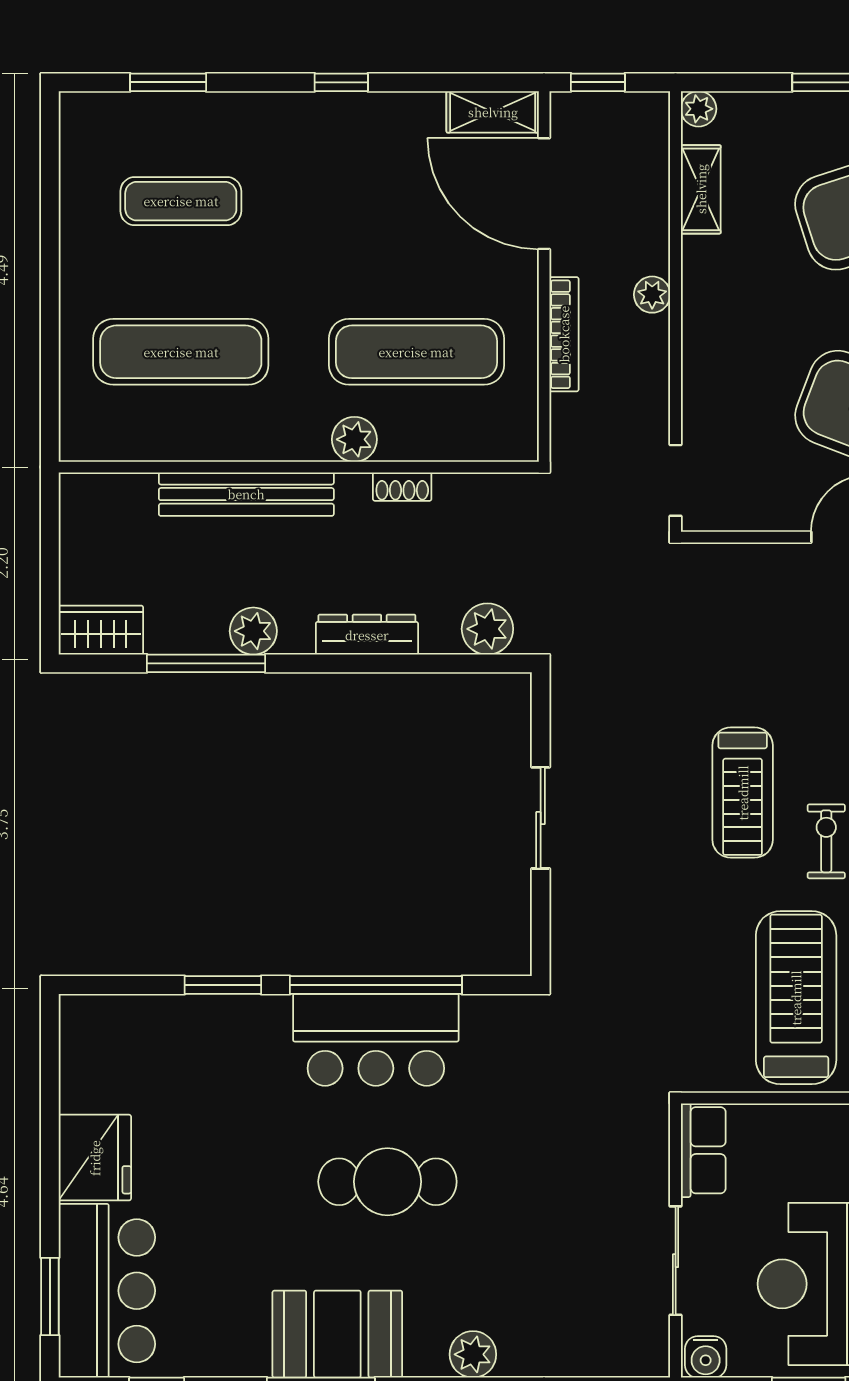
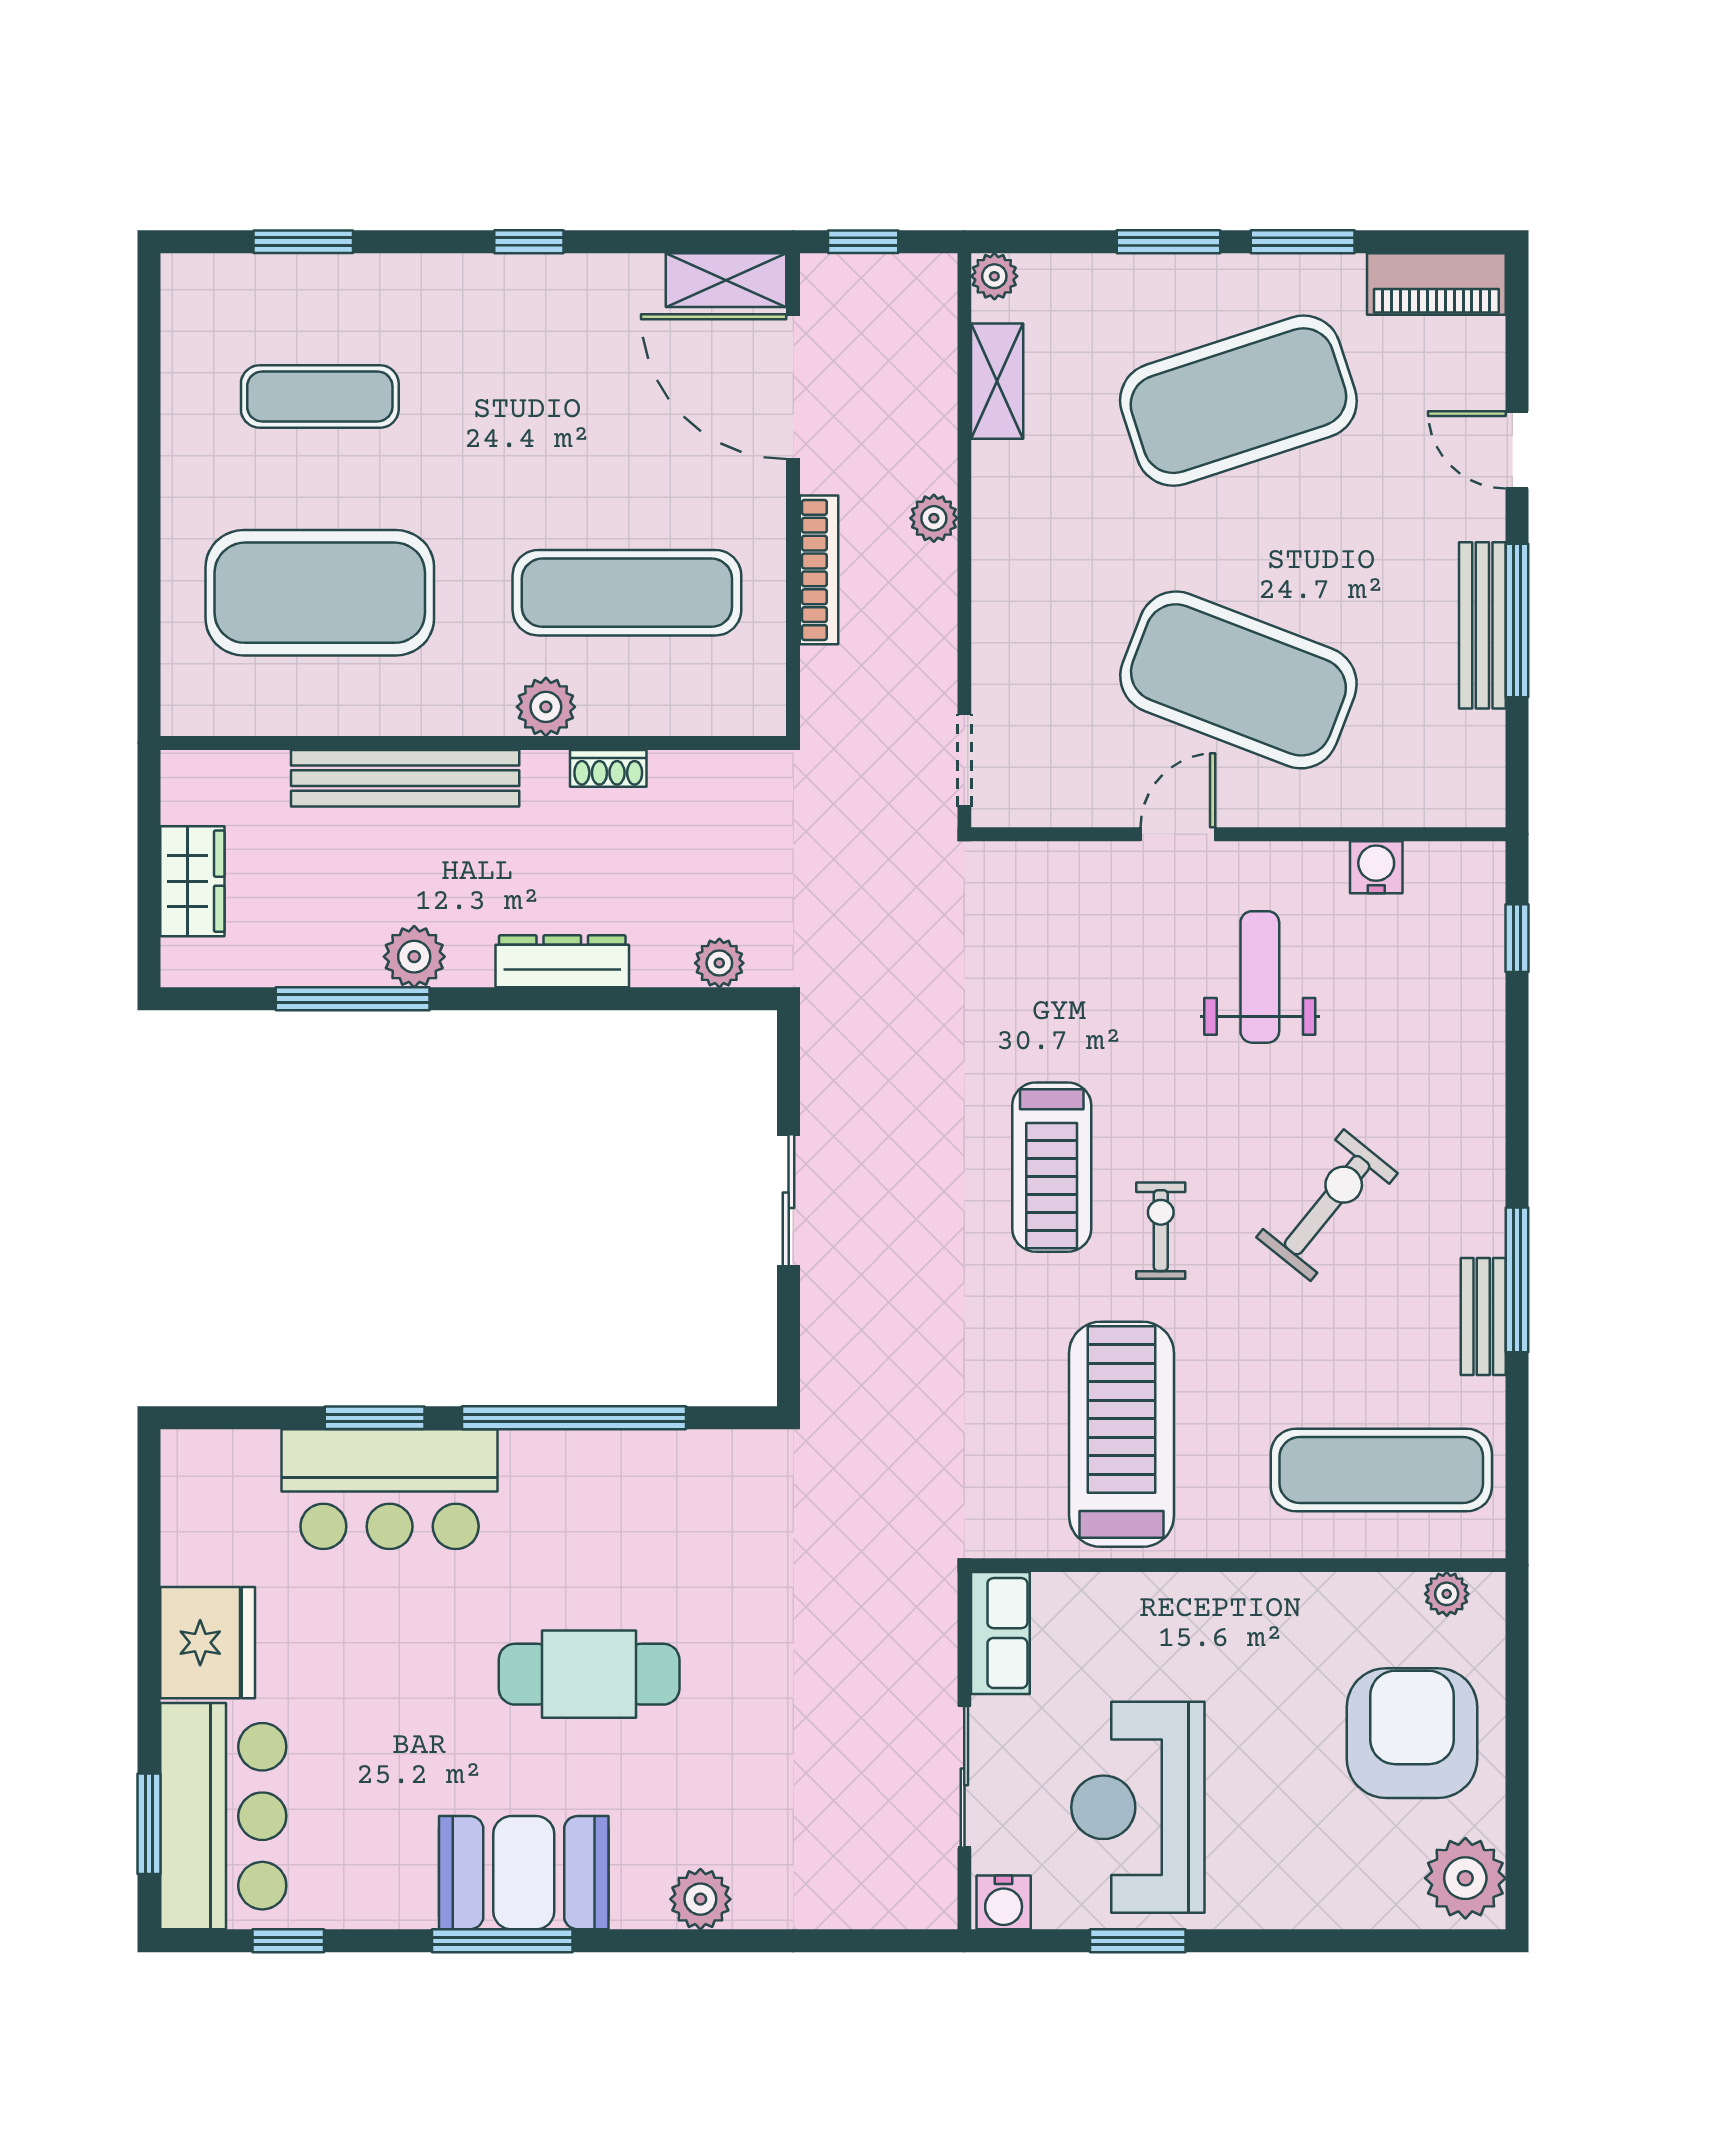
exercise mat: (181, 352) -> (320, 593), width x1.47
plant: (487, 629) -> (719, 963), width x0.73, depth x0.73
wardrobe: (101, 630) -> (192, 881), moved, turned 90
bar counter: (376, 1040) -> (390, 1489), moved

